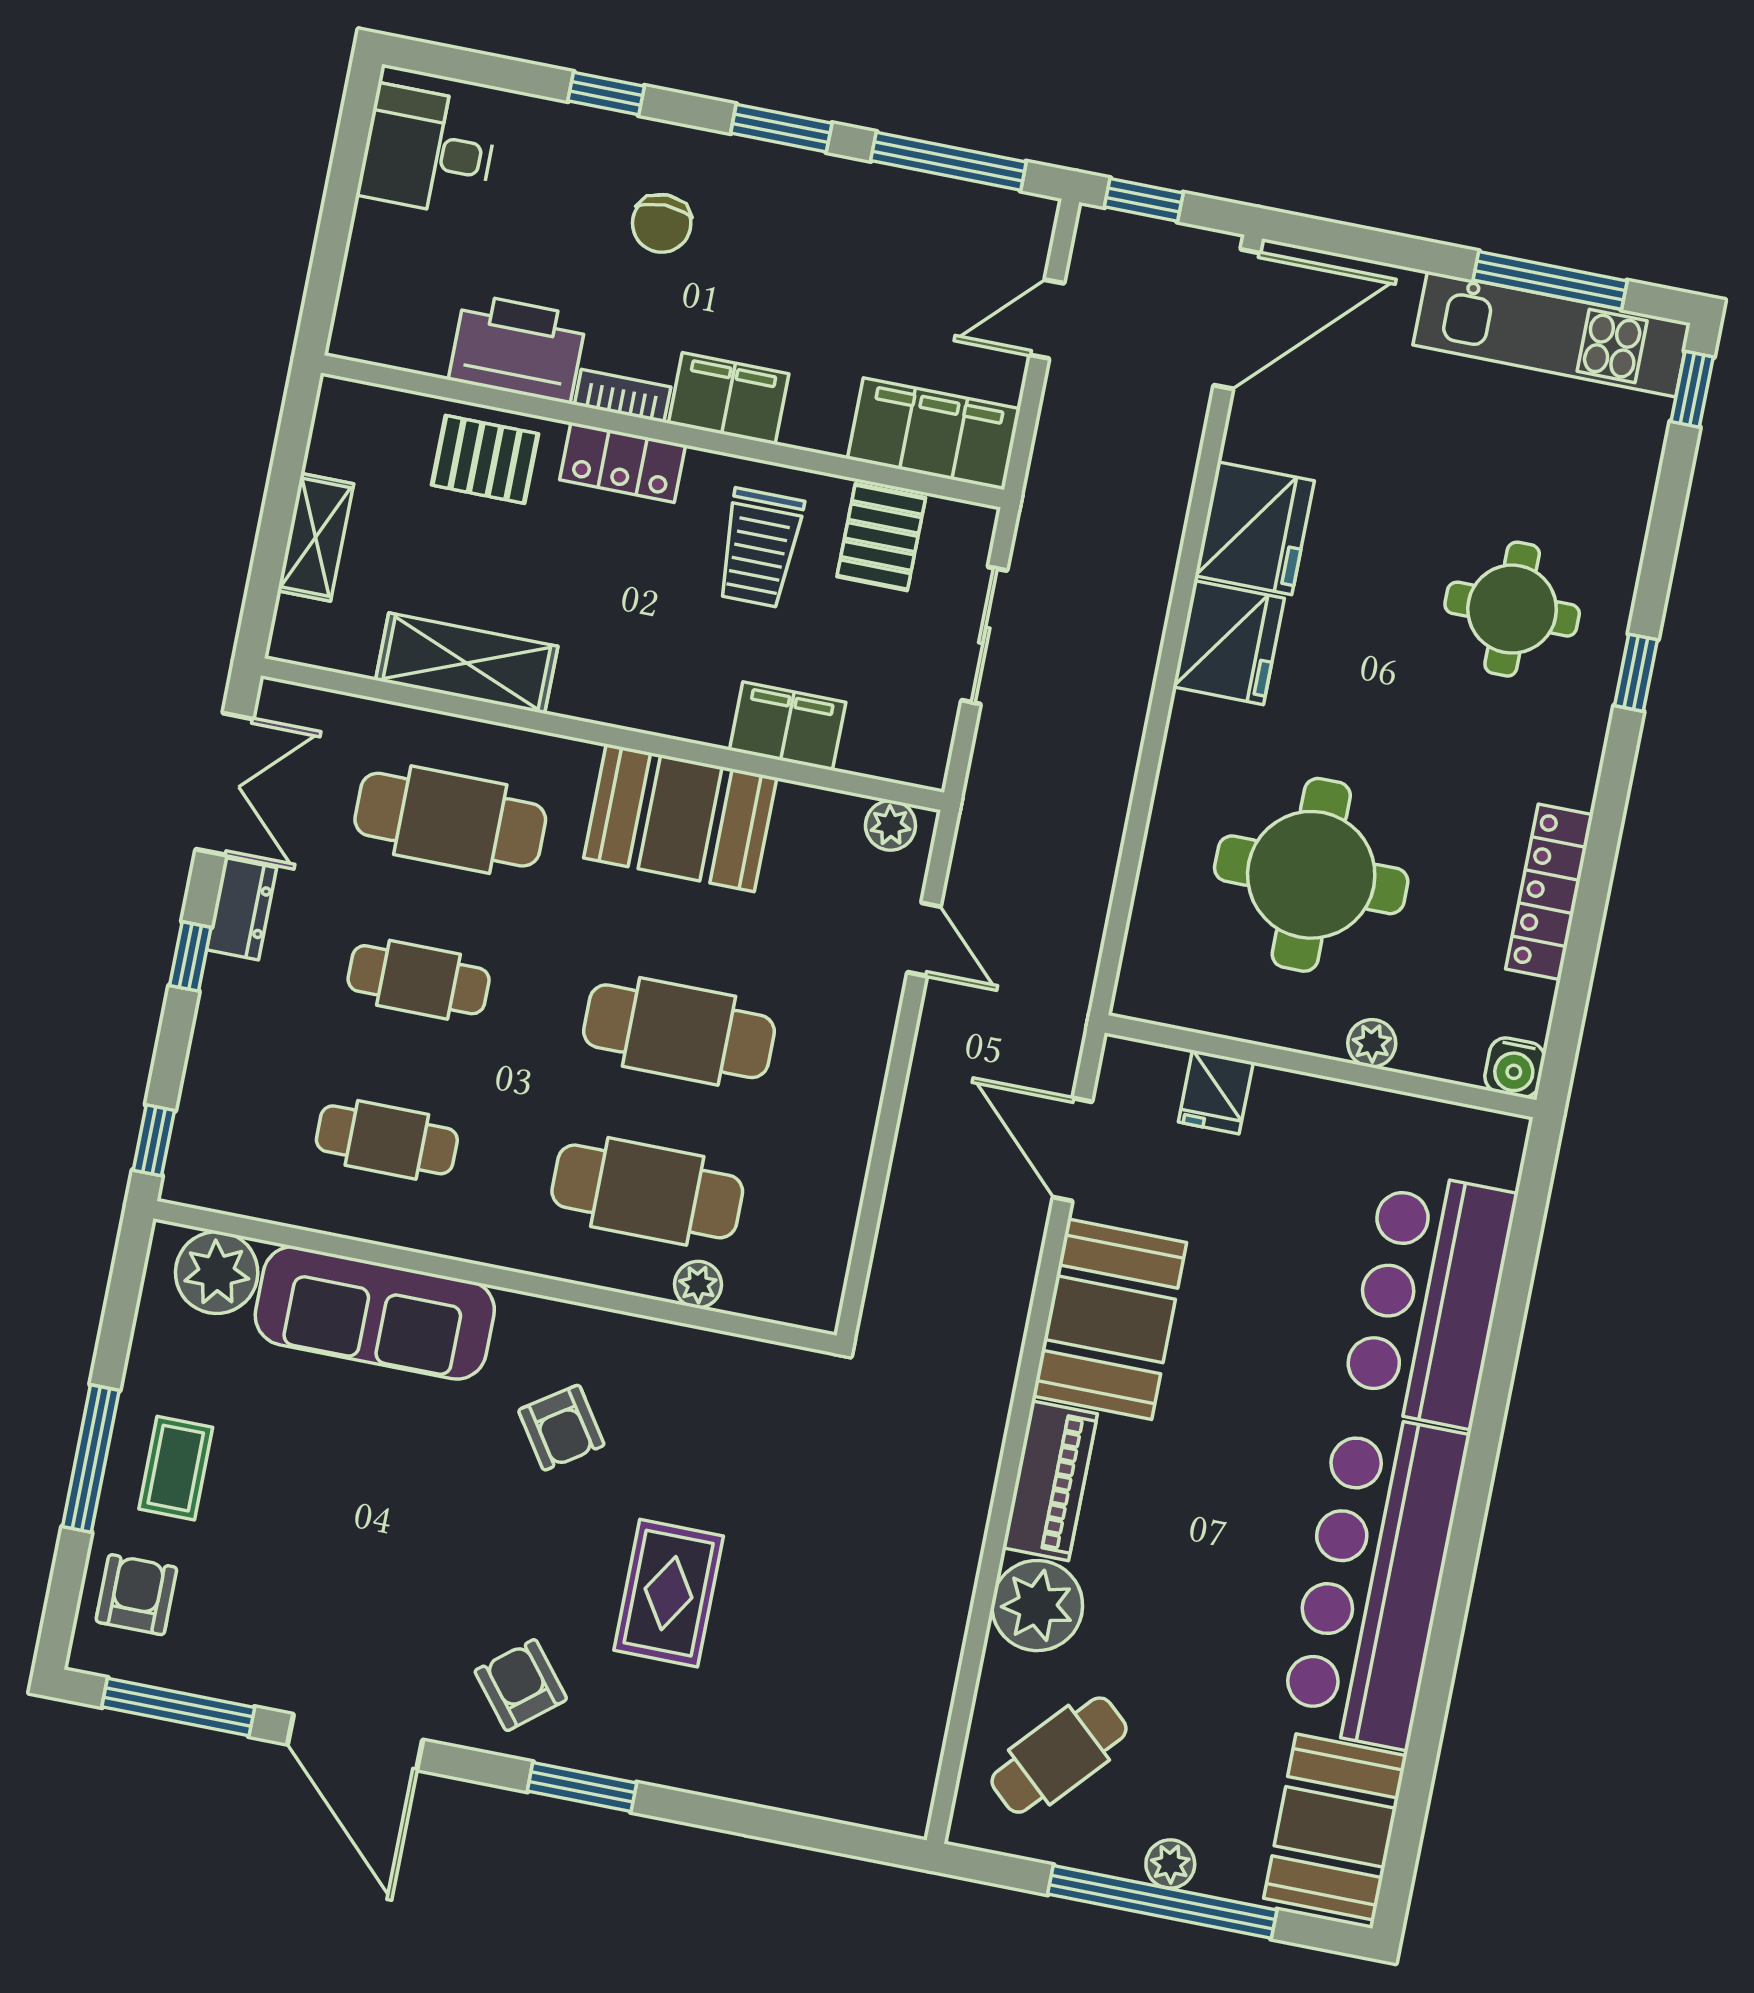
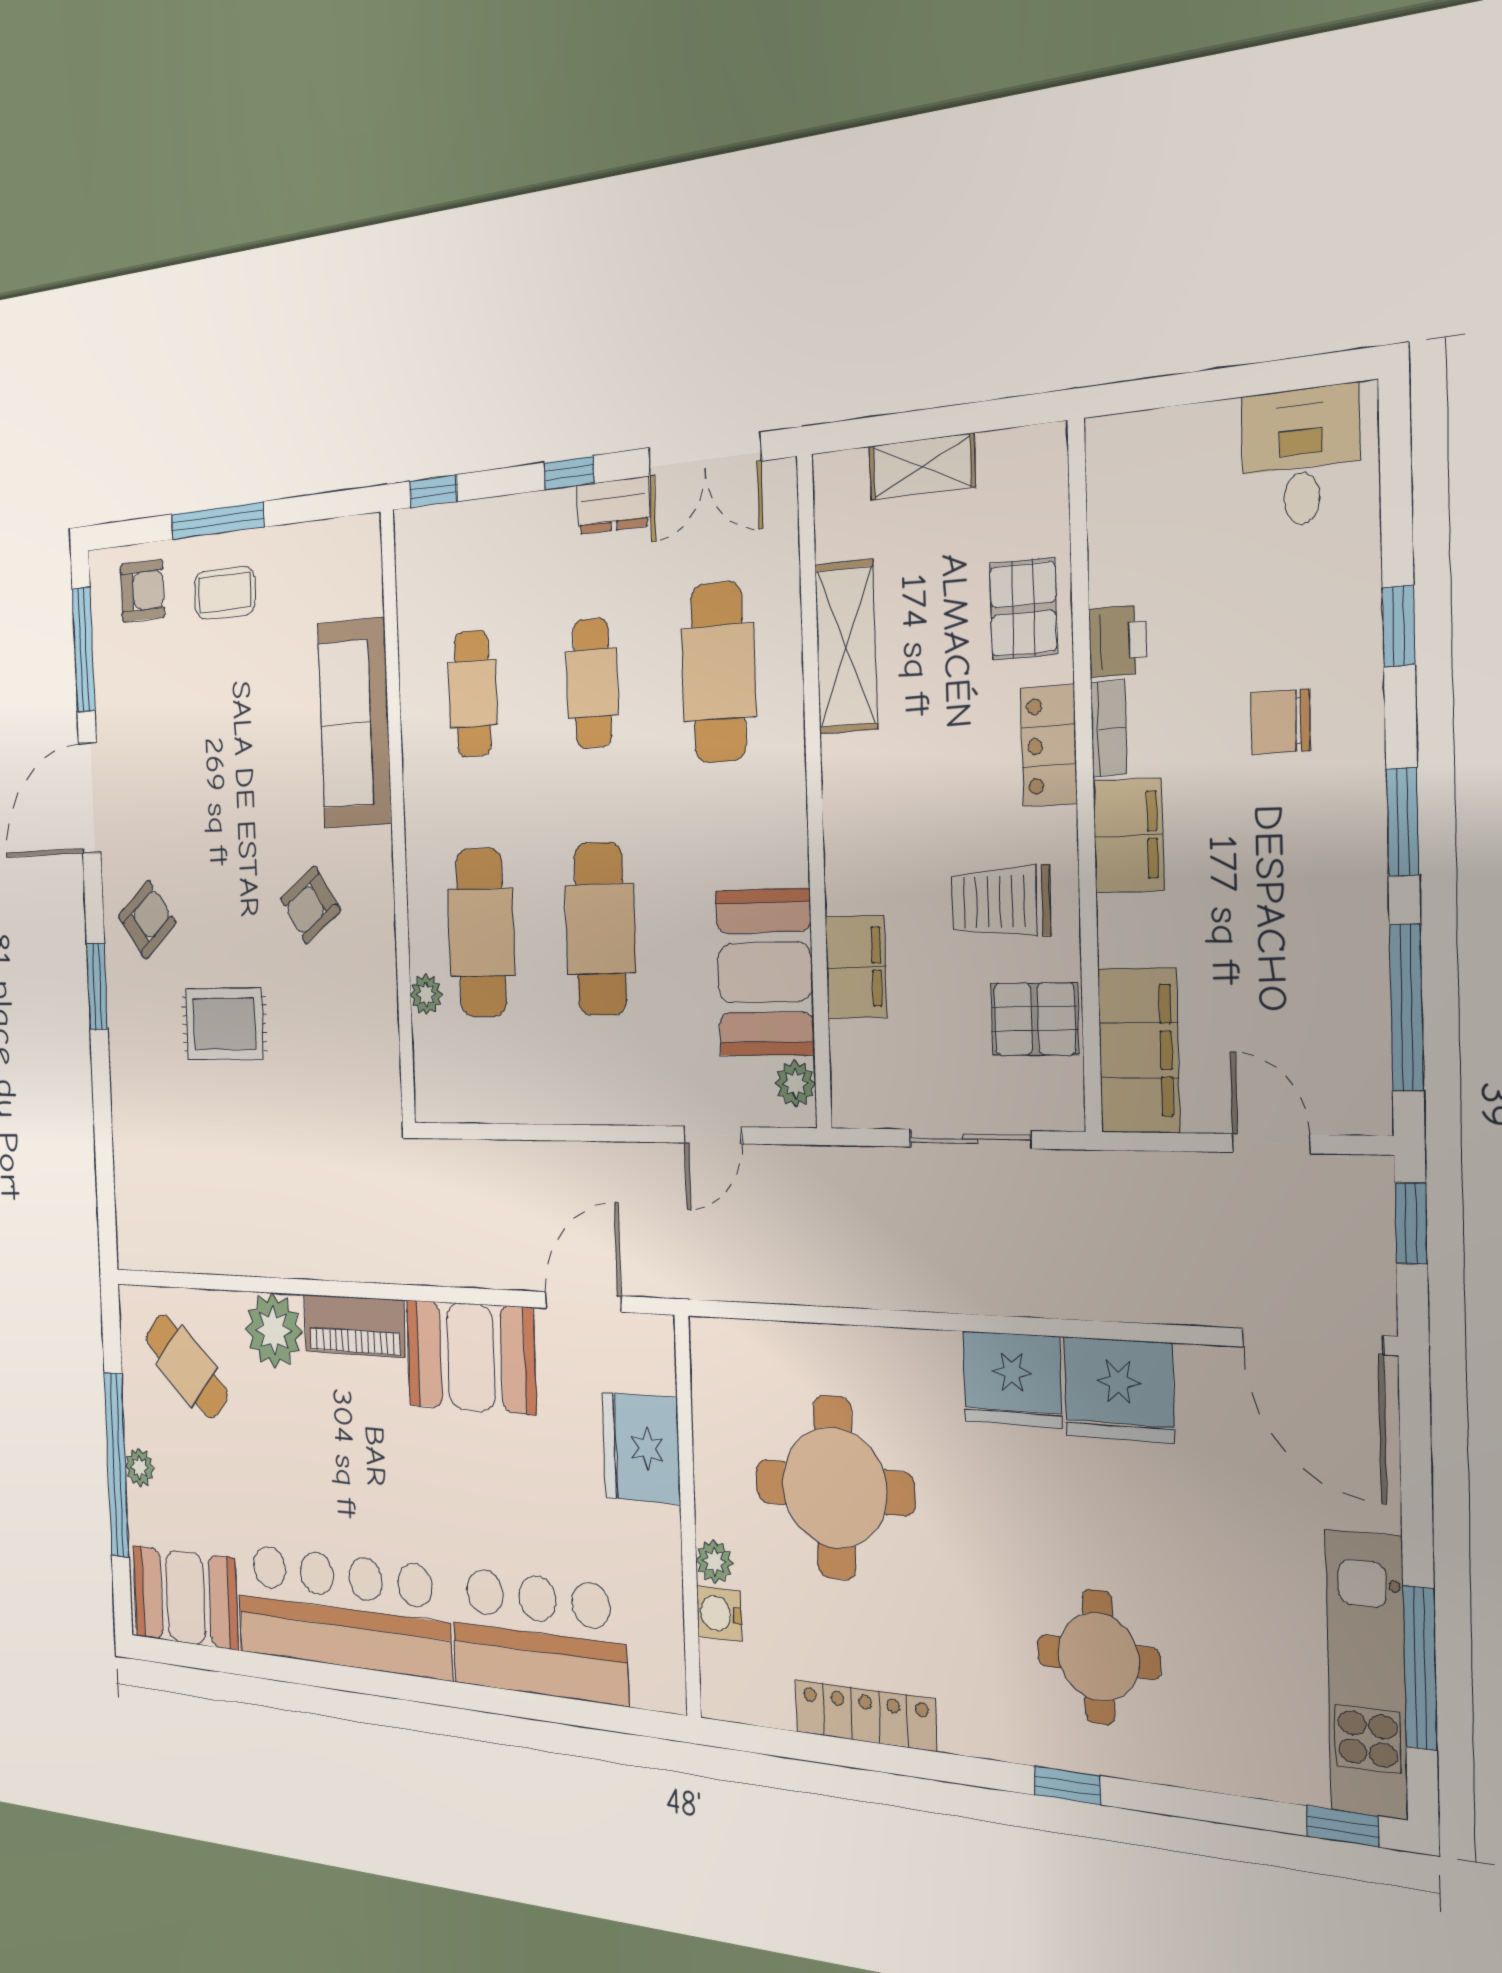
printer: (518, 348) -> (1118, 641), width x0.53, depth x0.68
booth: (680, 818) -> (765, 972), moved
water cooler: (1515, 1068) -> (719, 1614), moved
fridge: (1216, 1092) -> (641, 1448), width x1.88, depth x1.34
plant: (217, 1273) -> (355, 579), removed

